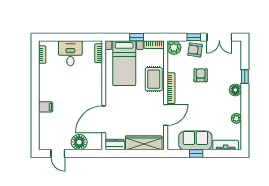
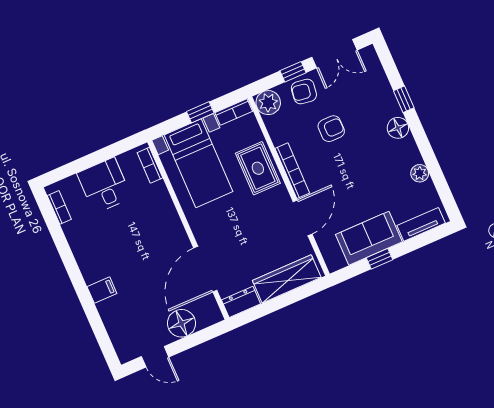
armchair: (201, 75) -> (331, 129), turned 90

